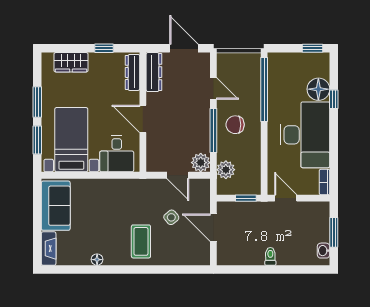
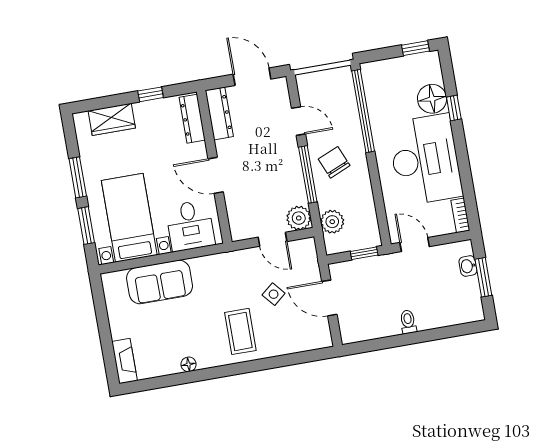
chair: (235, 125) -> (334, 162), turned 67
sofa: (56, 206) -> (160, 282), moved, turned 90
washbasin: (324, 251) -> (468, 266), moved

